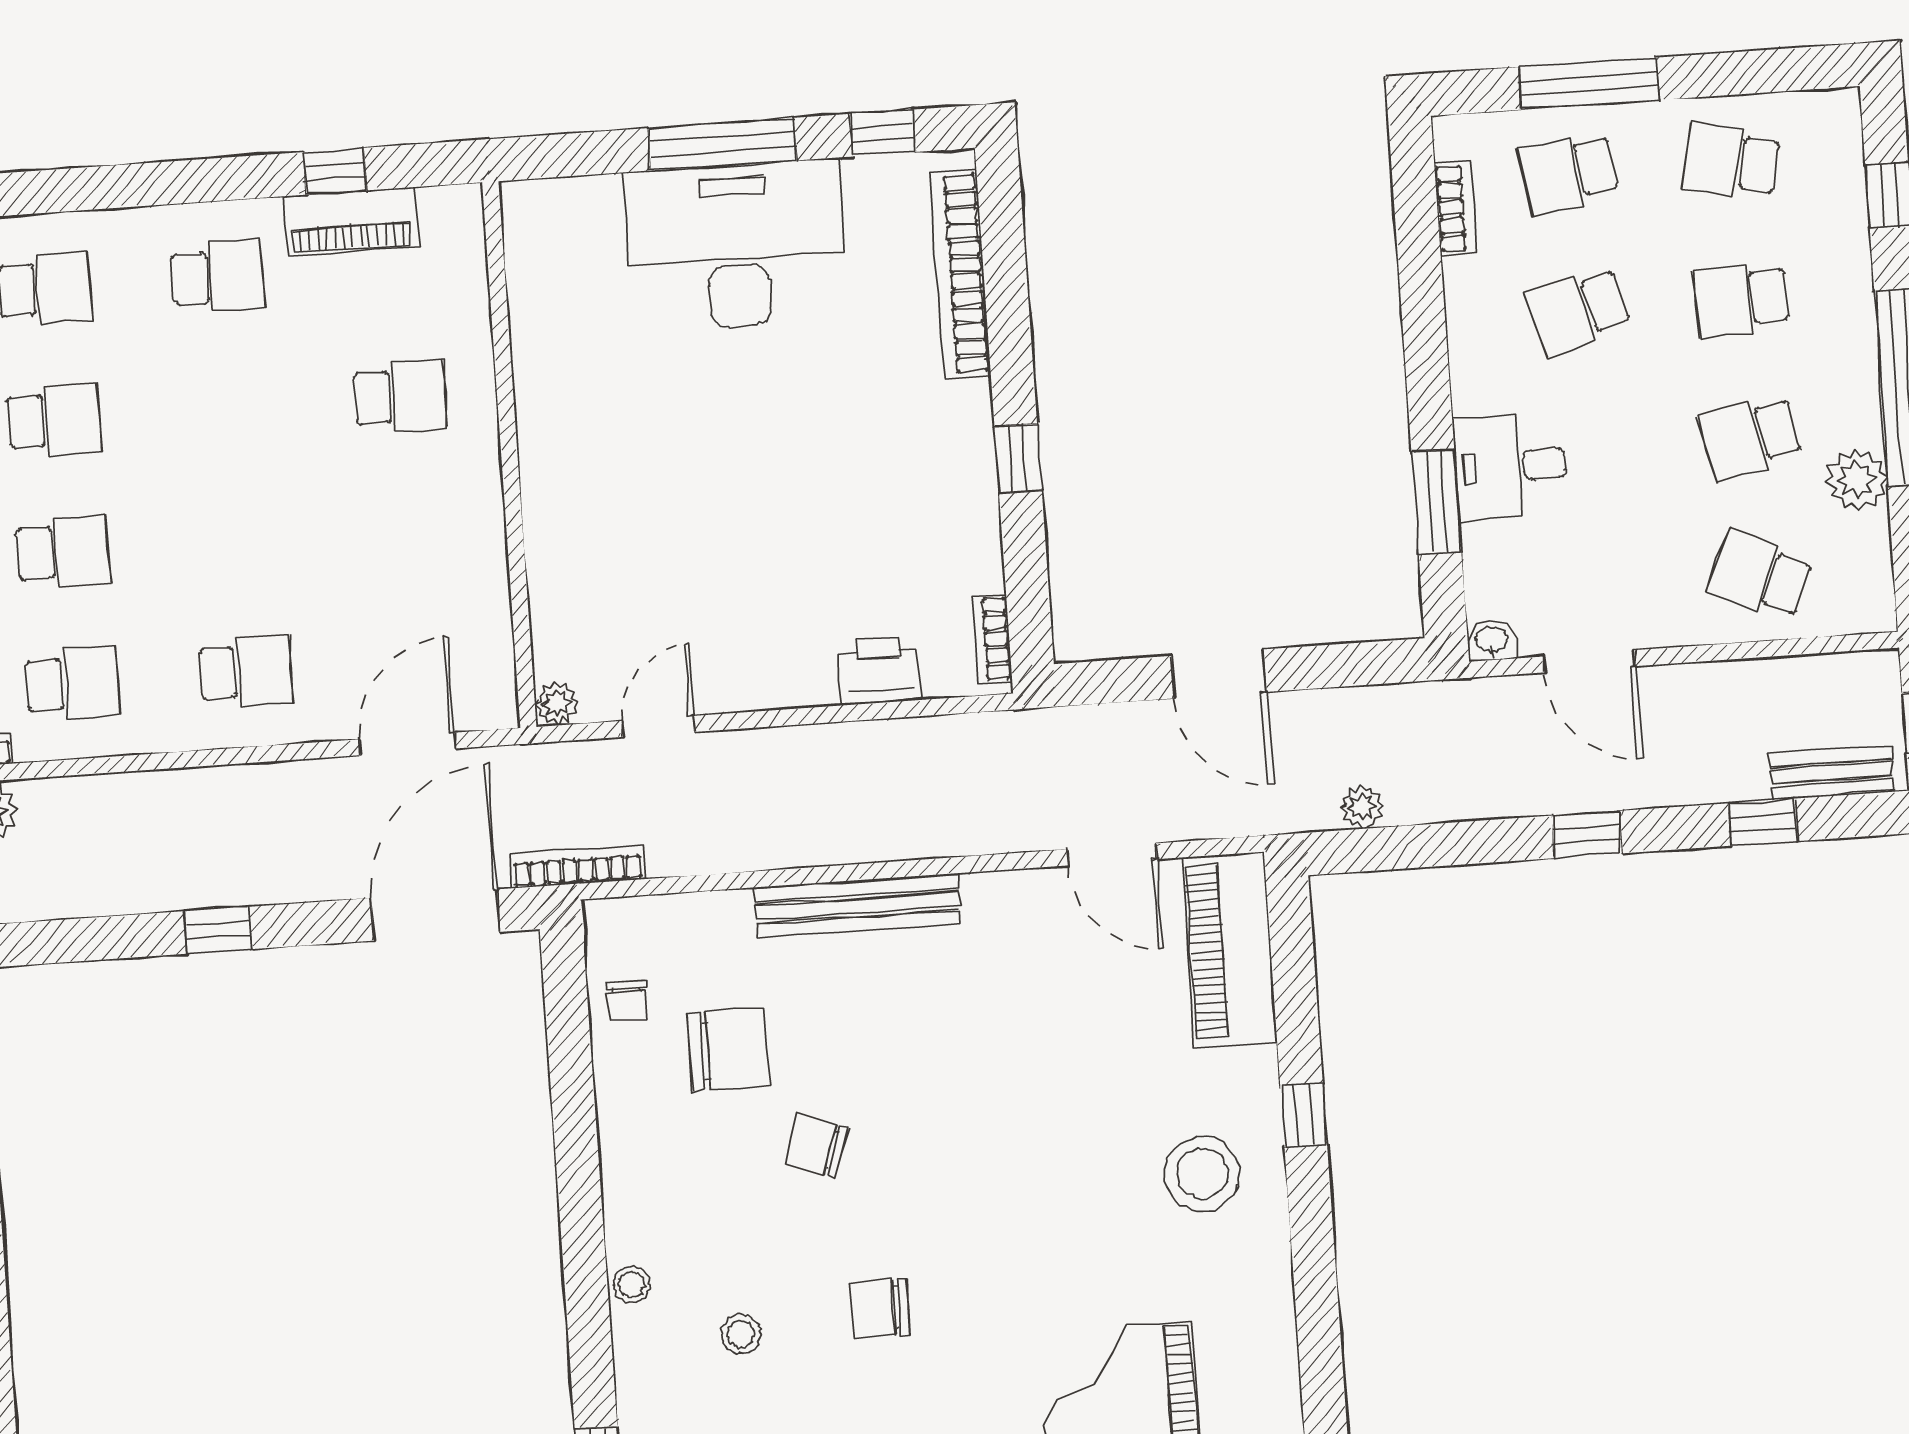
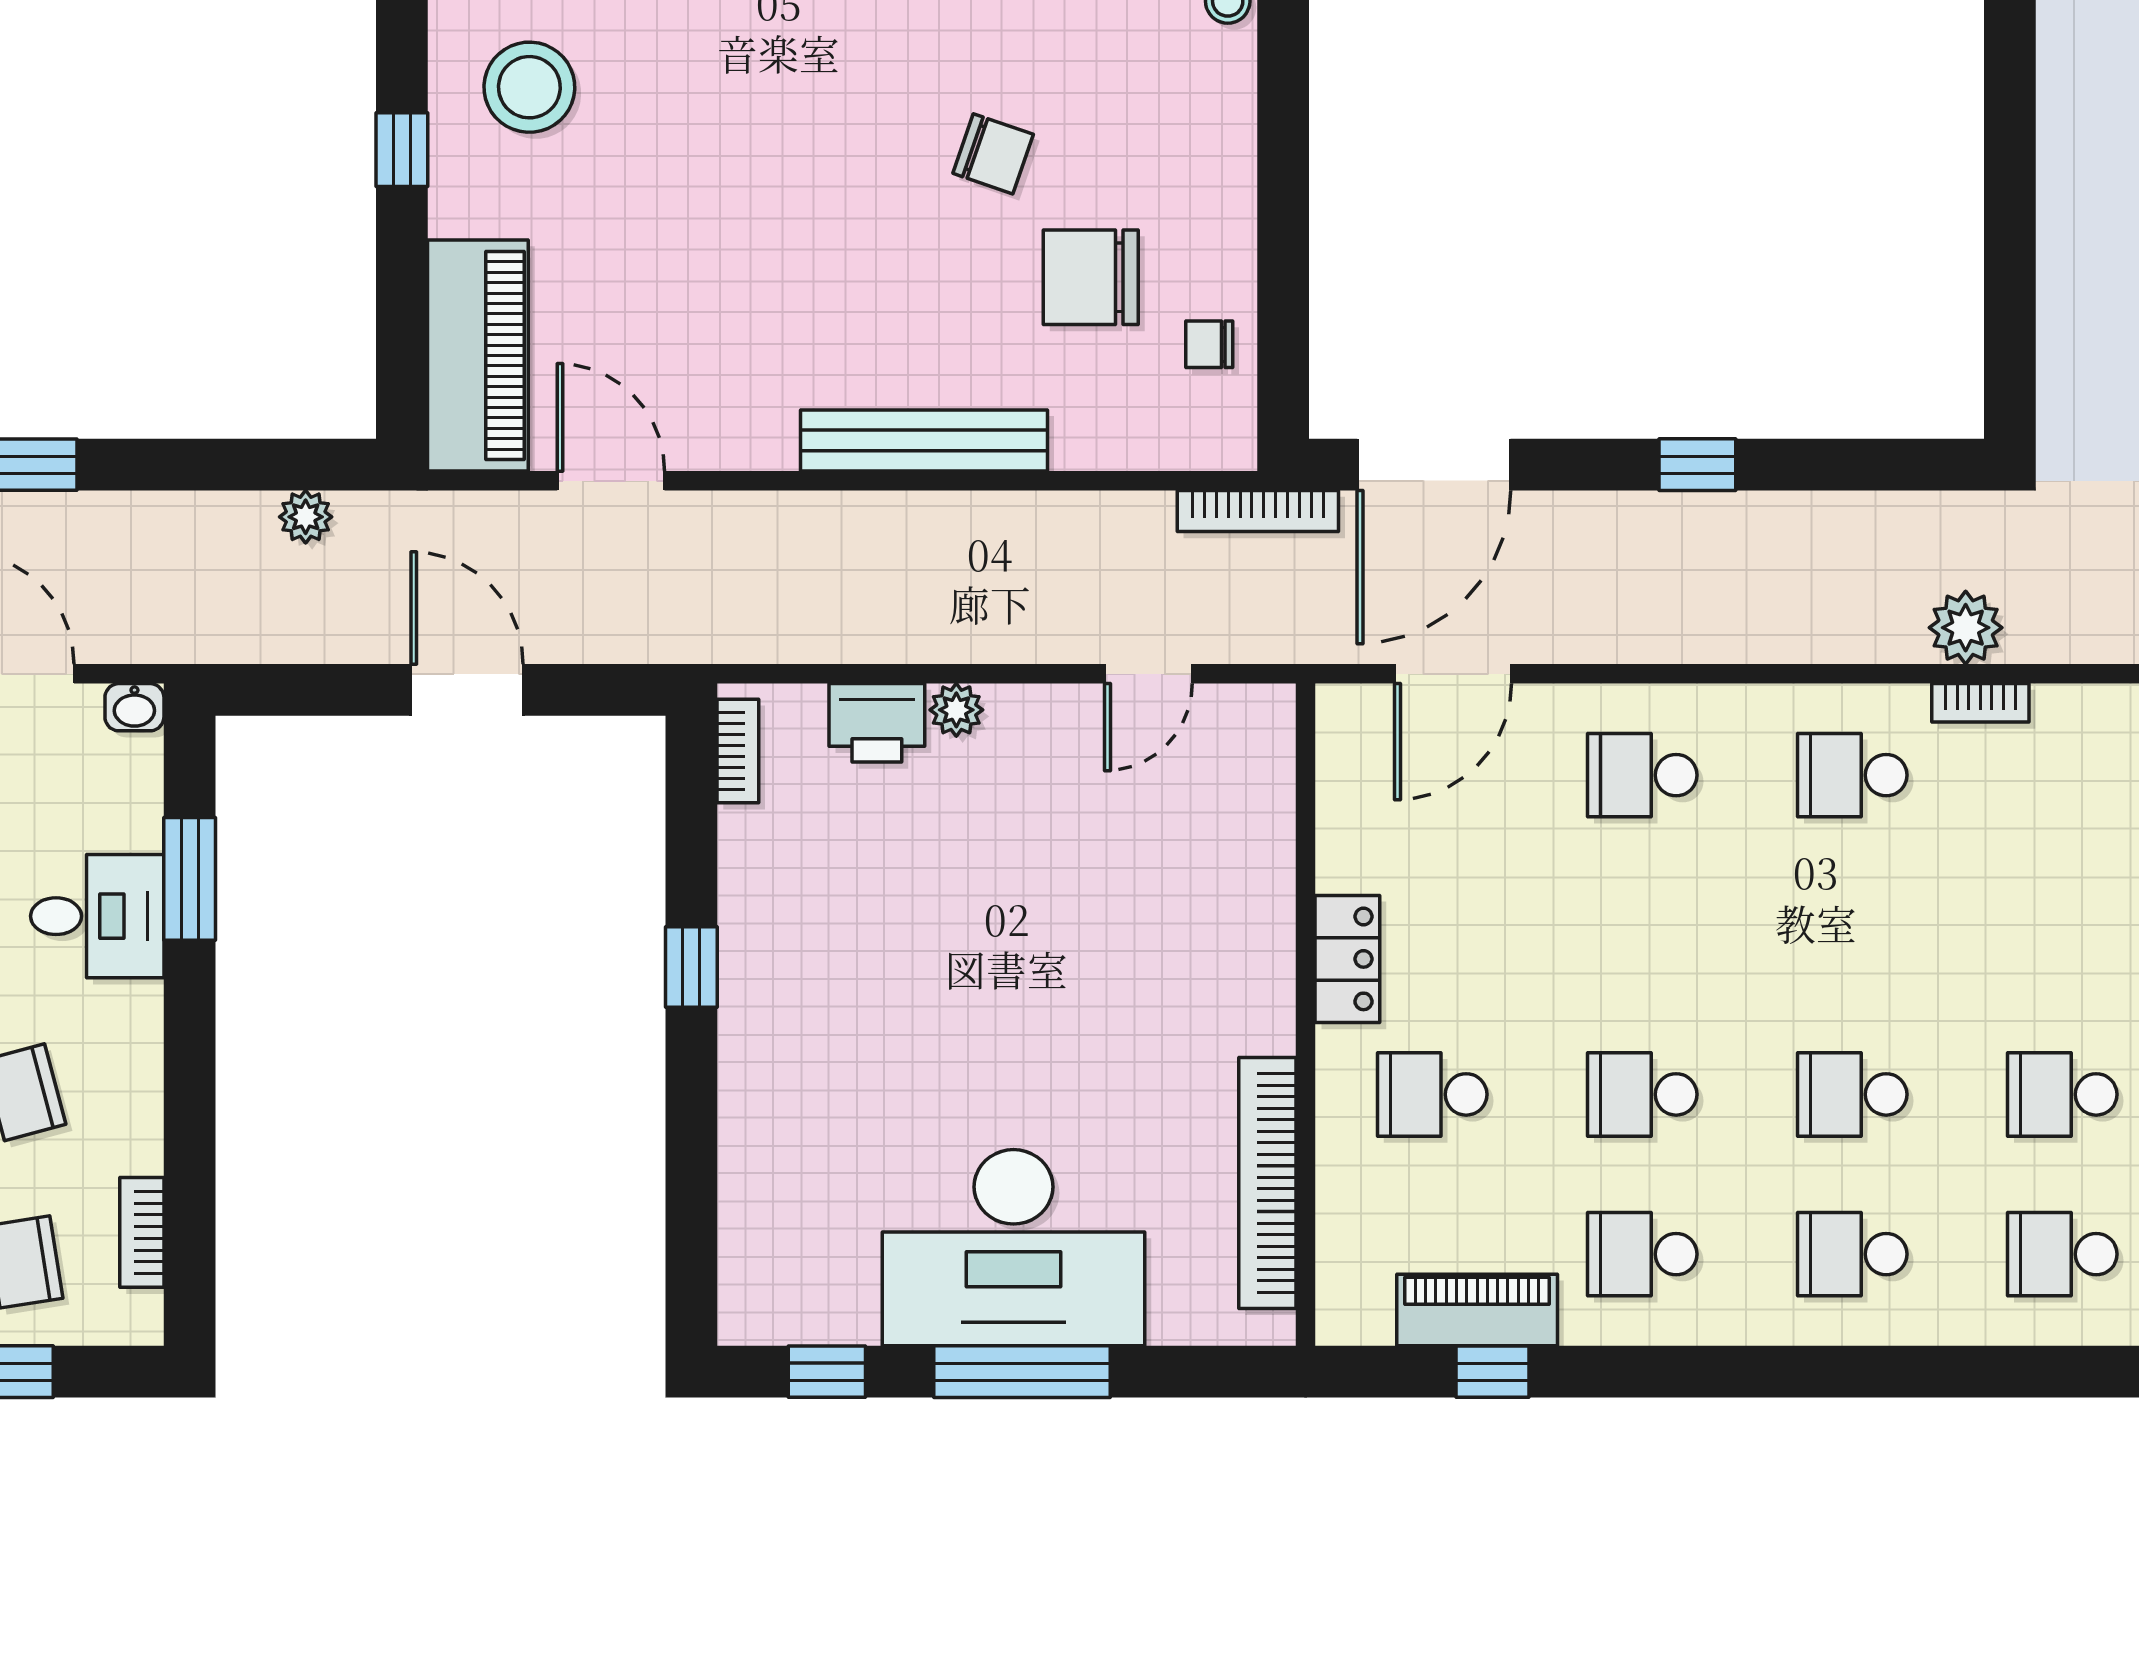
bookcase: (960, 274) -> (1267, 1183), moved, turned 180
locker: (478, 503) -> (1347, 959), added
school desk: (64, 552) -> (1642, 1094), moved
plant: (557, 704) -> (956, 710), moved
chair: (627, 1001) -> (1209, 344), turned -90

